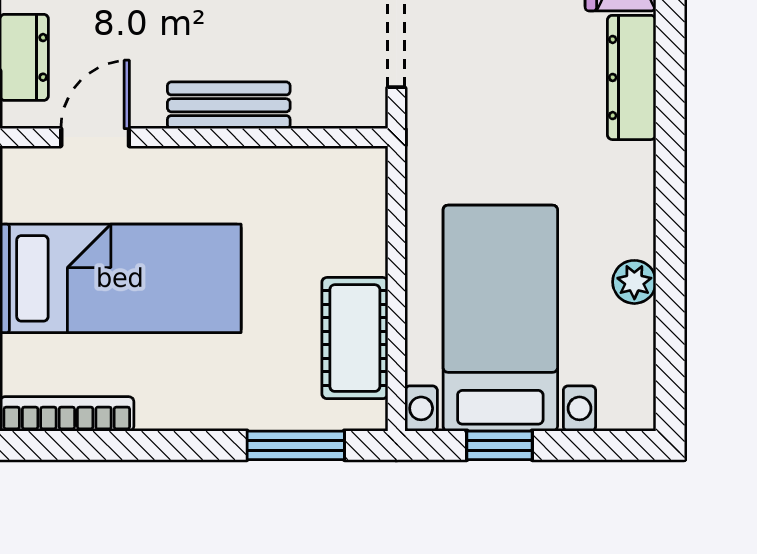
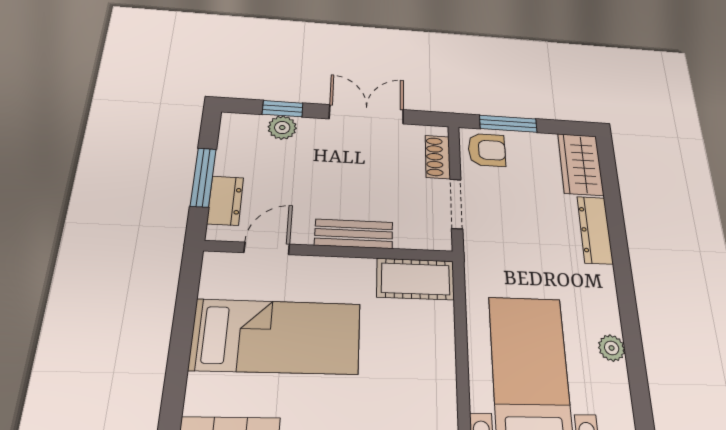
cot: (355, 338) -> (416, 279), moved, turned 90

